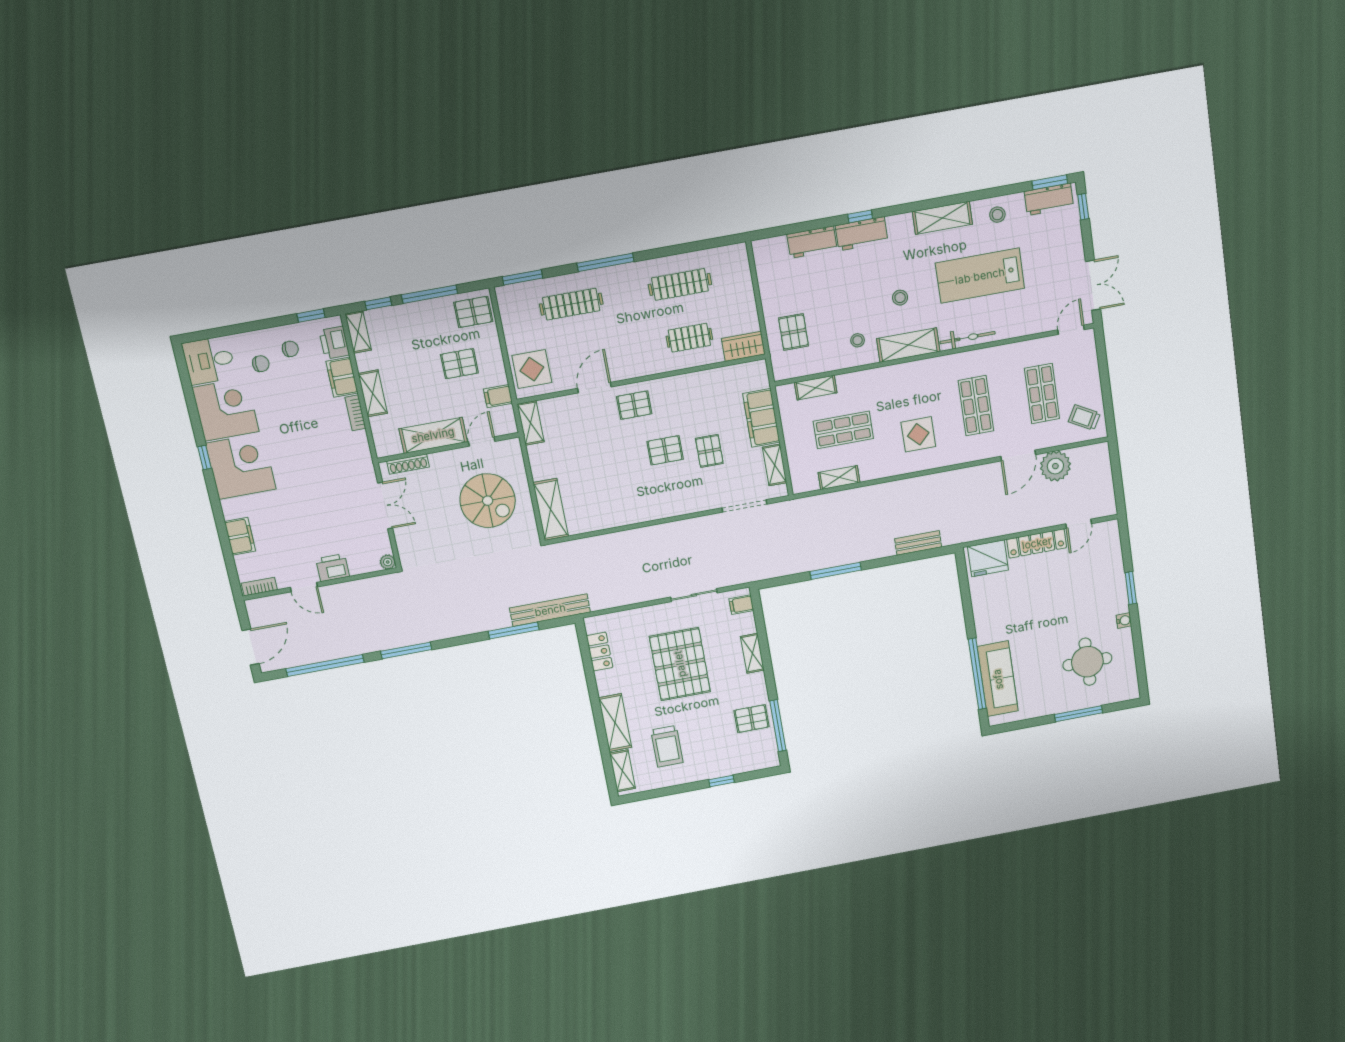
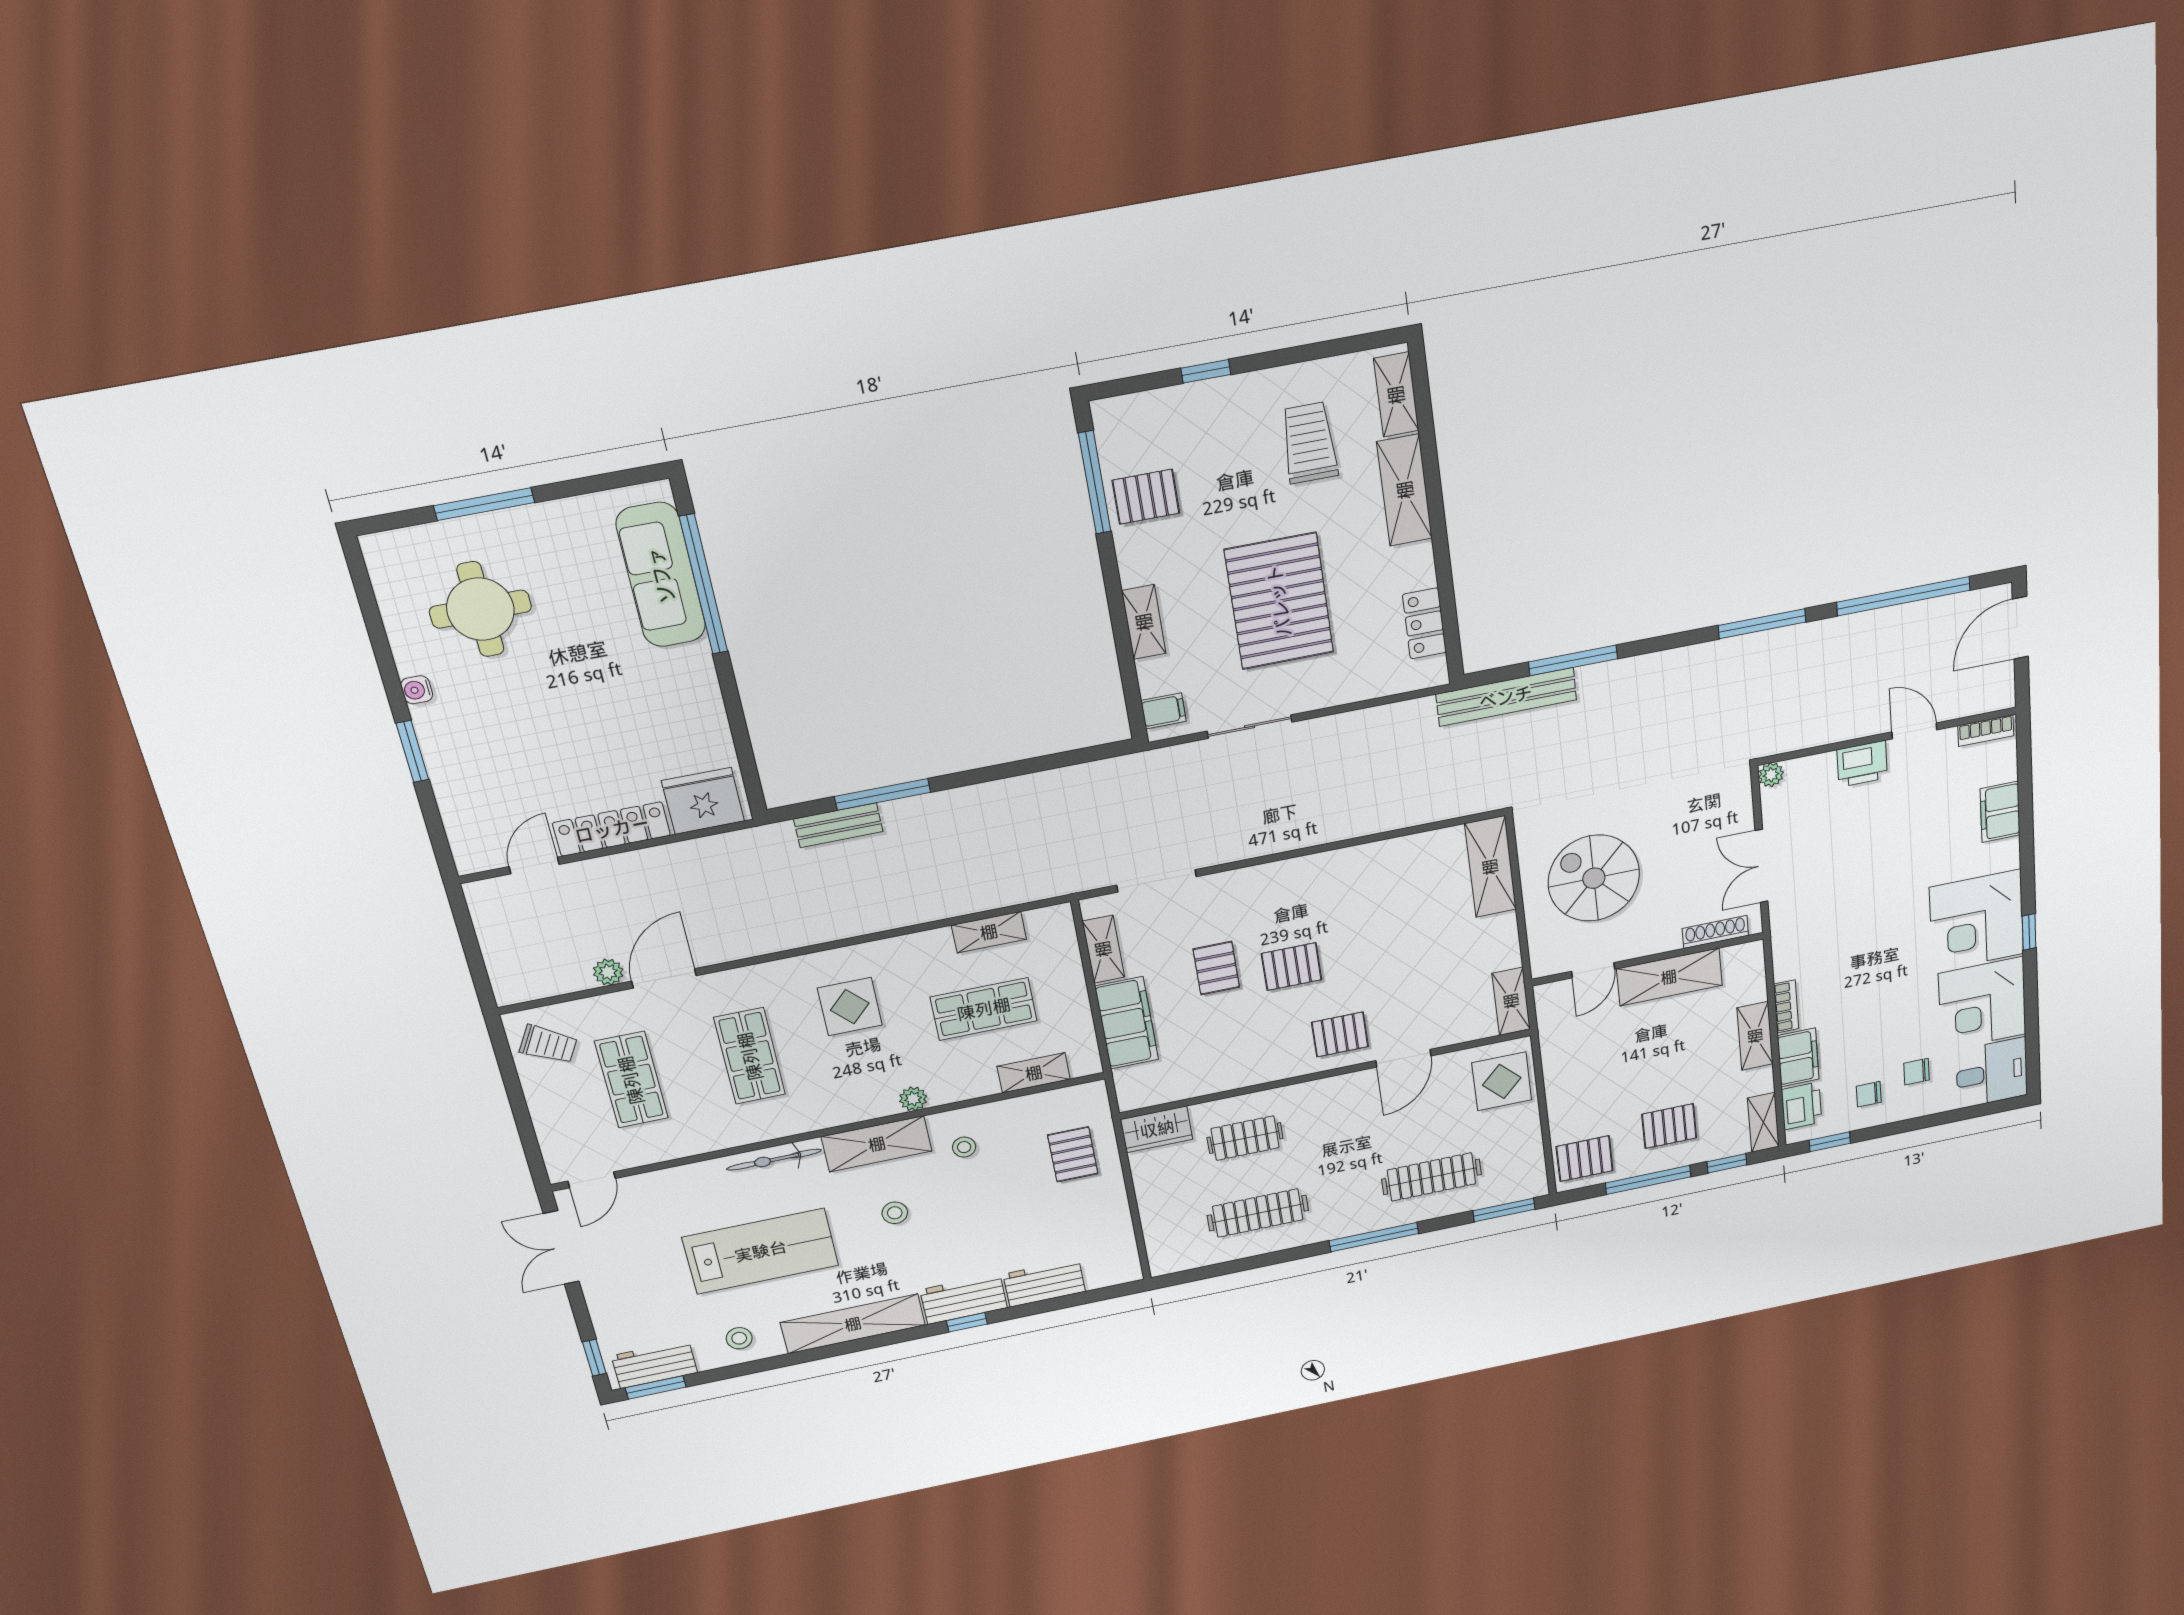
shelving: (942, 218) -> (853, 1324), width x1.47
pallet: (459, 364) -> (1669, 1126), moved
plant: (886, 374) -> (913, 1099), added
filing cabinet: (498, 396) -> (1559, 1039), removed
plant: (1055, 466) -> (608, 972), width x0.53, depth x0.53
window: (836, 571) -> (883, 794), moved

